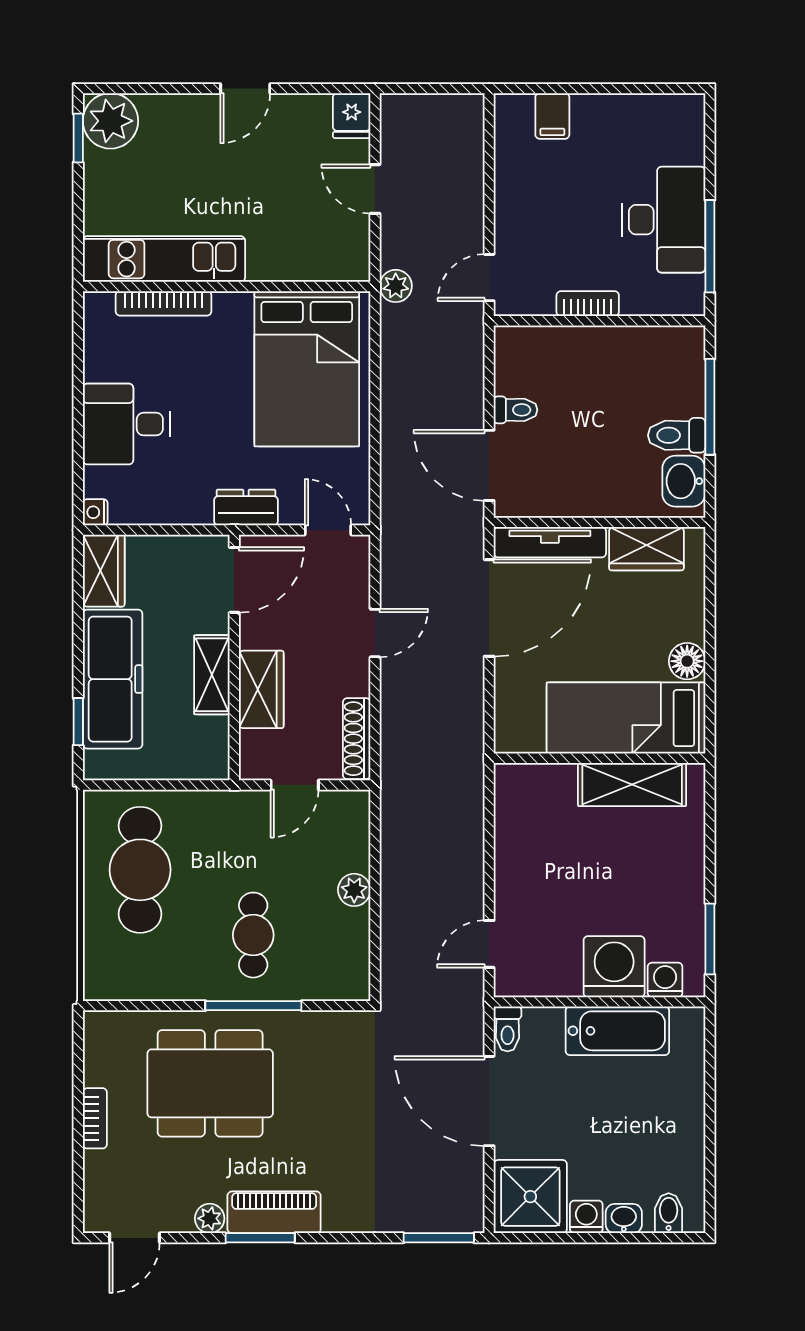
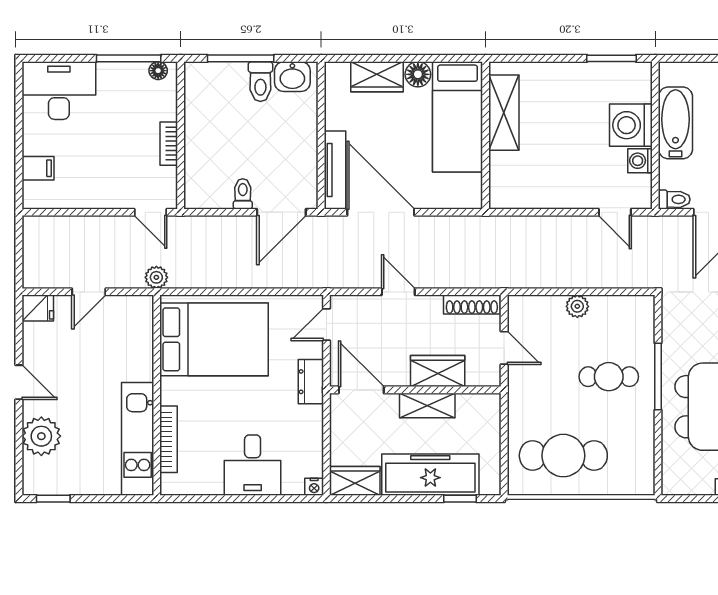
plant: (110, 121) -> (41, 436), moved
desk: (664, 220) -> (59, 91), moved
floor lamp: (692, 289) -> (158, 71), added
wardrobe: (646, 549) -> (377, 77), moved, turned 90
washing machine: (665, 980) -> (640, 161), moved

